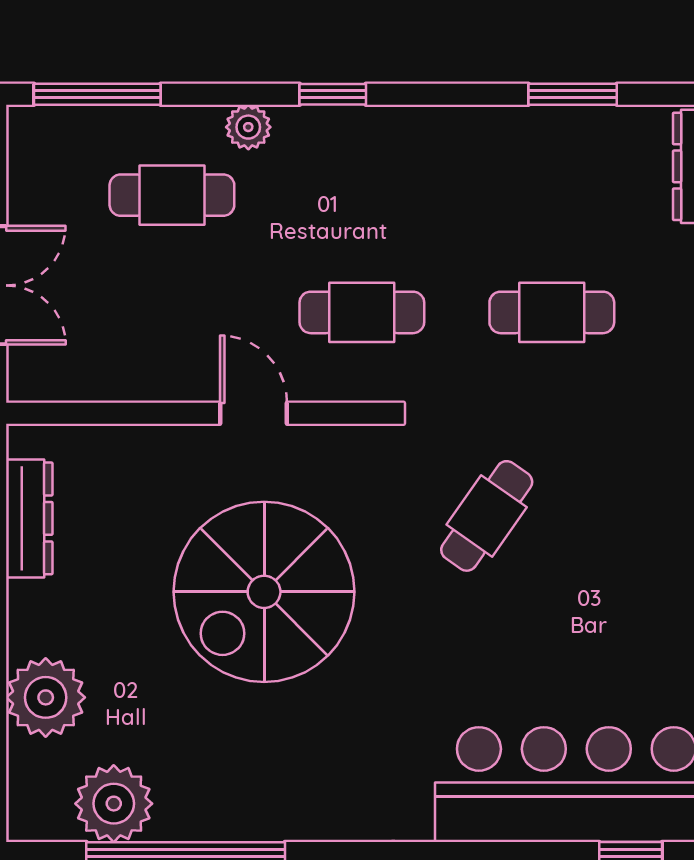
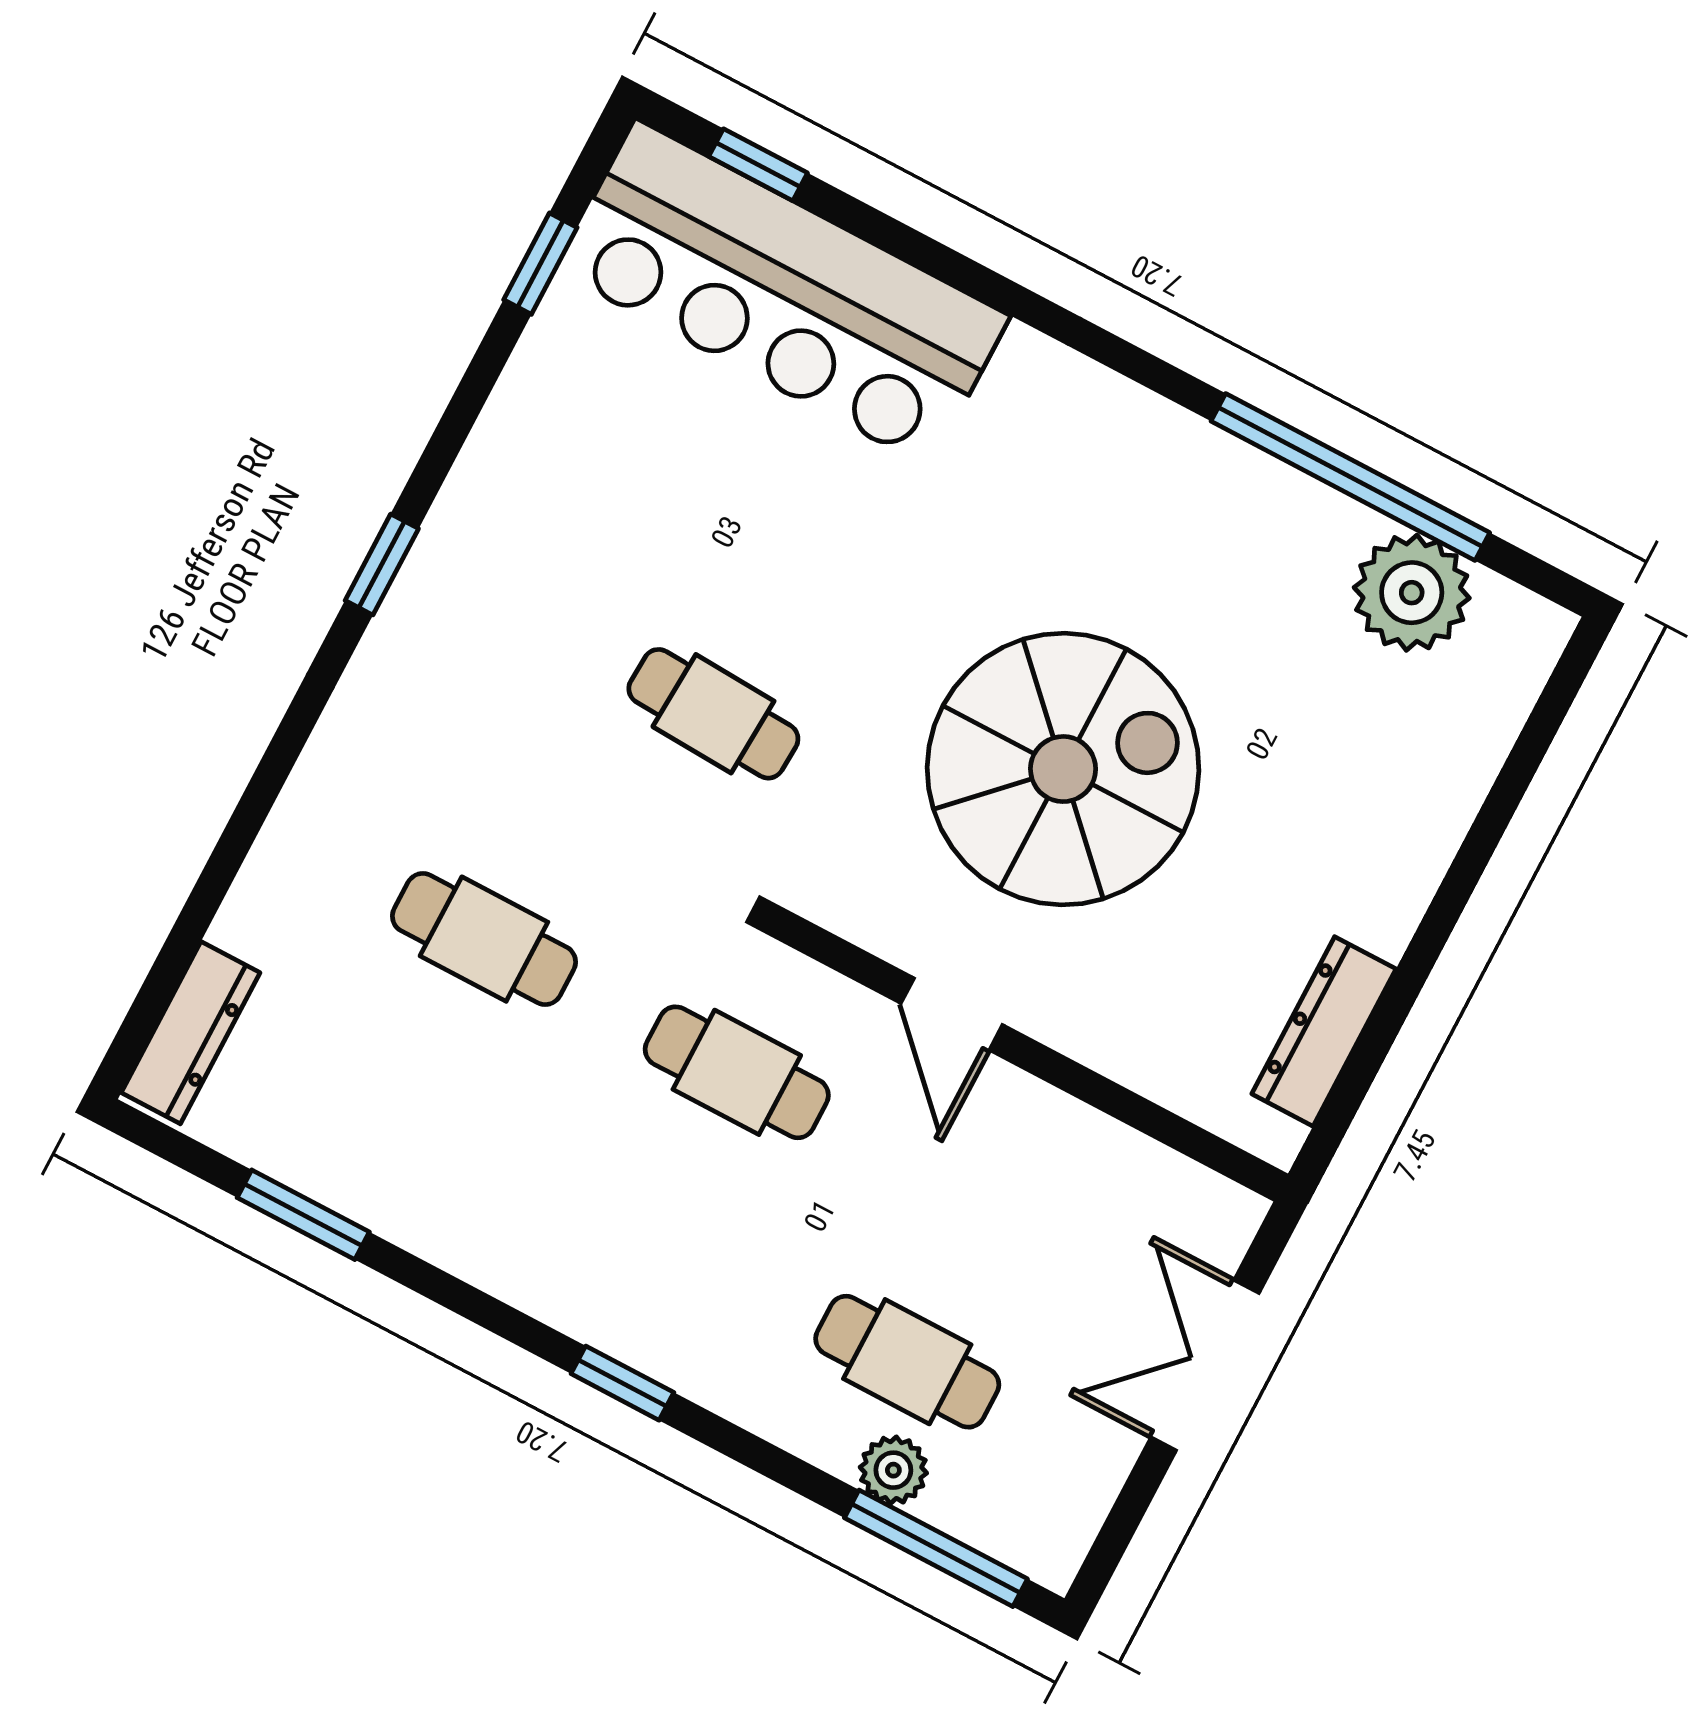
plant: (248, 127) -> (893, 1470), moved
cafe table: (487, 516) -> (713, 714), turned 58
plant: (46, 697) -> (1428, 782), removed

